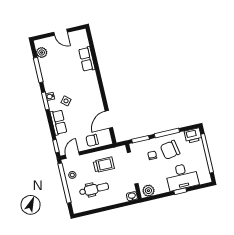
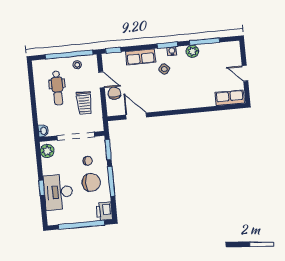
door: (61, 32) -> (245, 73), hinge flipped
plant: (42, 52) -> (192, 51), moved
row of seats: (87, 59) -> (230, 98), moved
chair: (170, 150) -> (91, 182), turned 100
door: (72, 155) -> (101, 80), moved

